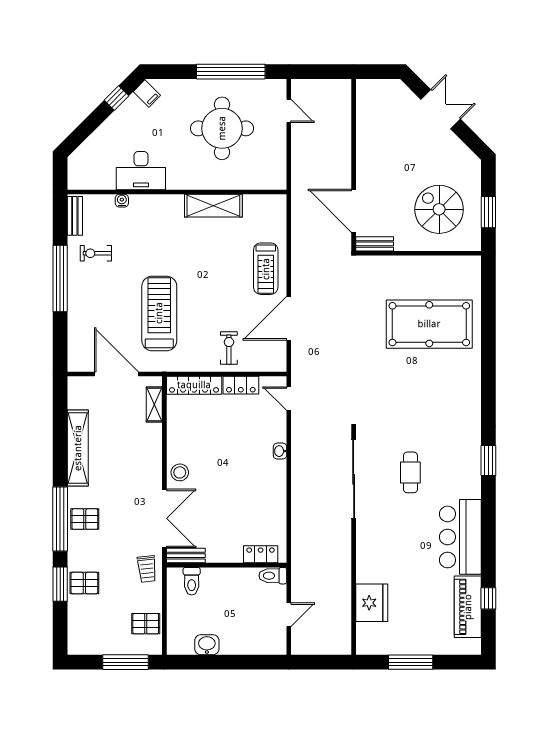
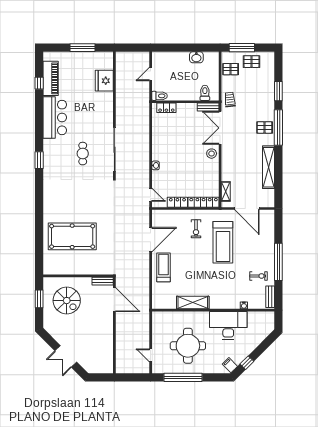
desk: (141, 171) -> (228, 325), width x1.36, depth x1.30
exercise bike: (229, 348) -> (196, 229), moved
pallet: (84, 583) -> (251, 62), moved

